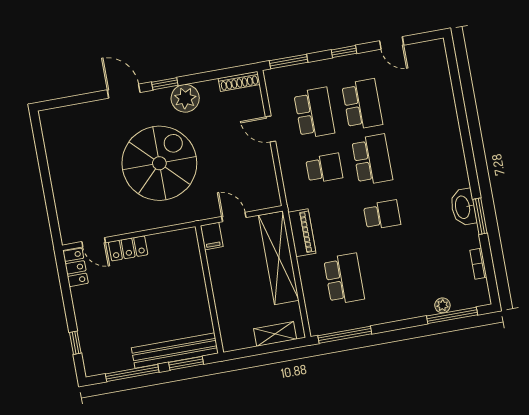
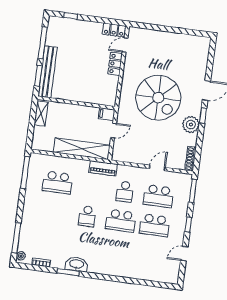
piano: (302, 233) -> (103, 168), moved
plant: (442, 305) -> (21, 256), moved
shelving: (275, 334) -> (41, 114), moved

